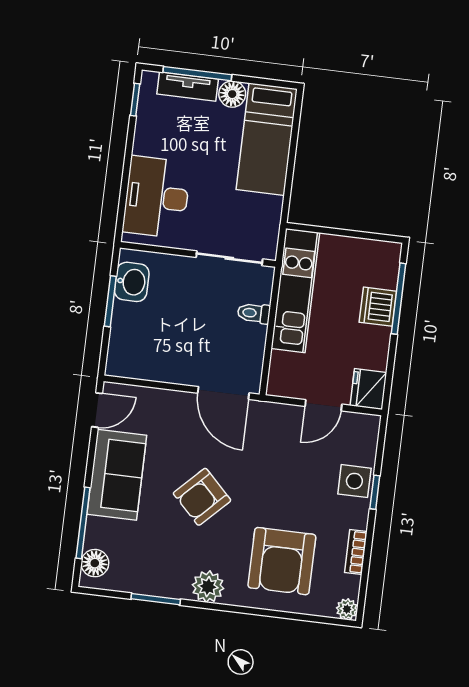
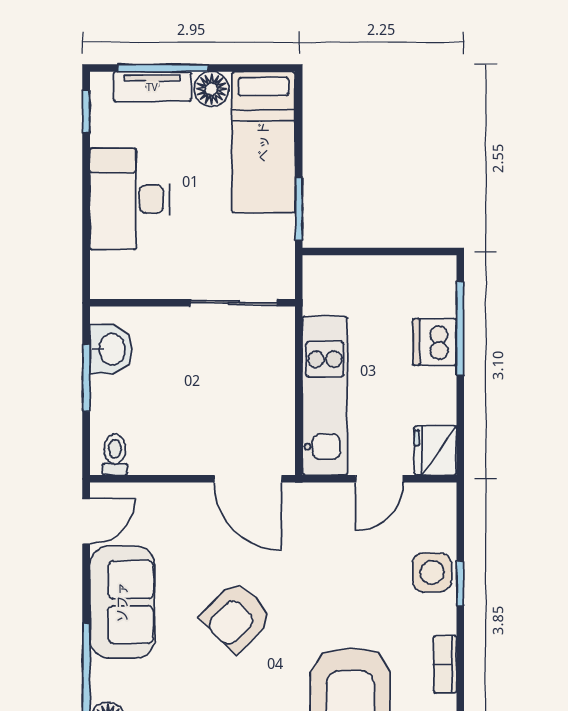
window: (287, 193) -> (299, 209), added
desk: (157, 197) -> (130, 199), moved
kitchen unit: (295, 291) -> (325, 396), moved
toilet: (254, 313) -> (115, 454), moved, turned 90

